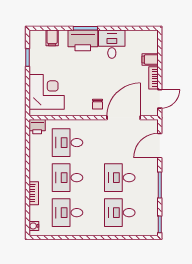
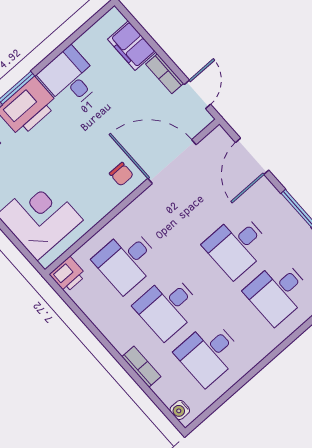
filing cabinet: (150, 59) -> (132, 46), width x2.00
door: (124, 118) -> (172, 162), hinge flipped

